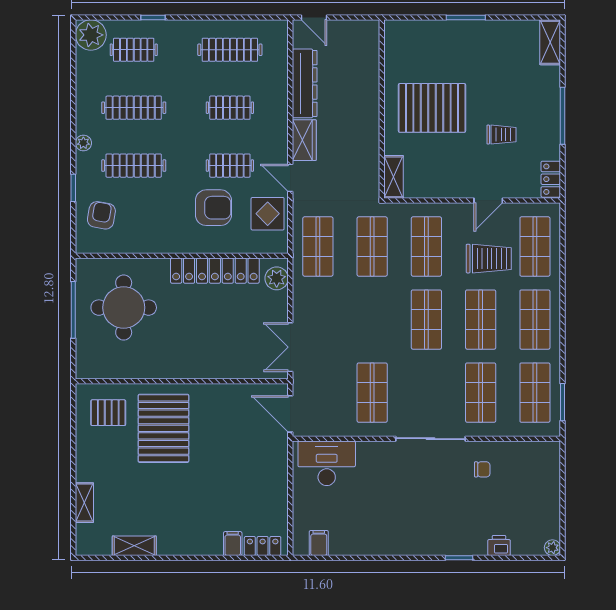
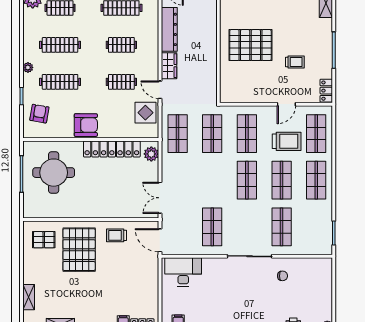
shelving: (394, 177) -> (226, 89), removed
armchair: (213, 208) -> (86, 125), moved
shop shelf: (535, 393) -> (316, 227), removed
trolley: (222, 406) -> (116, 235), added

